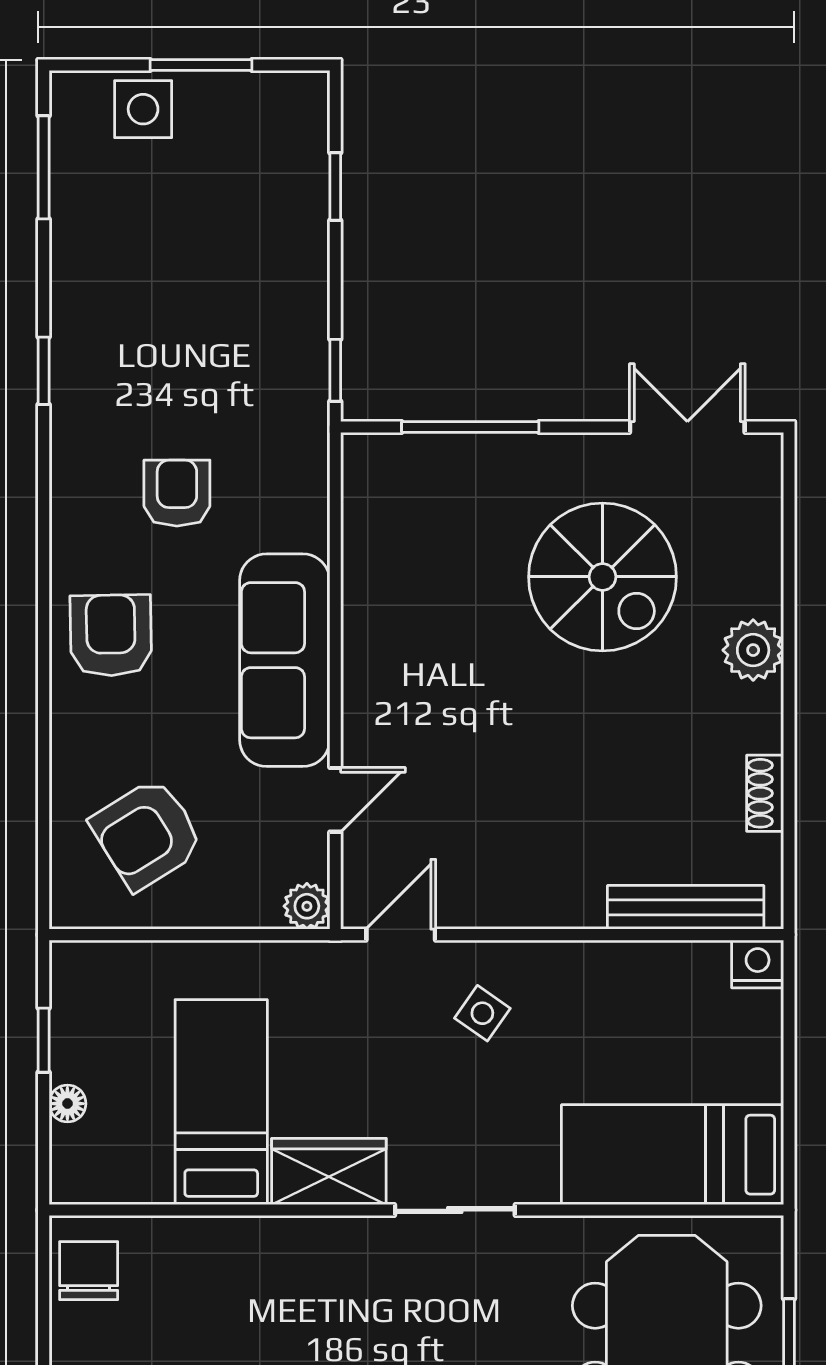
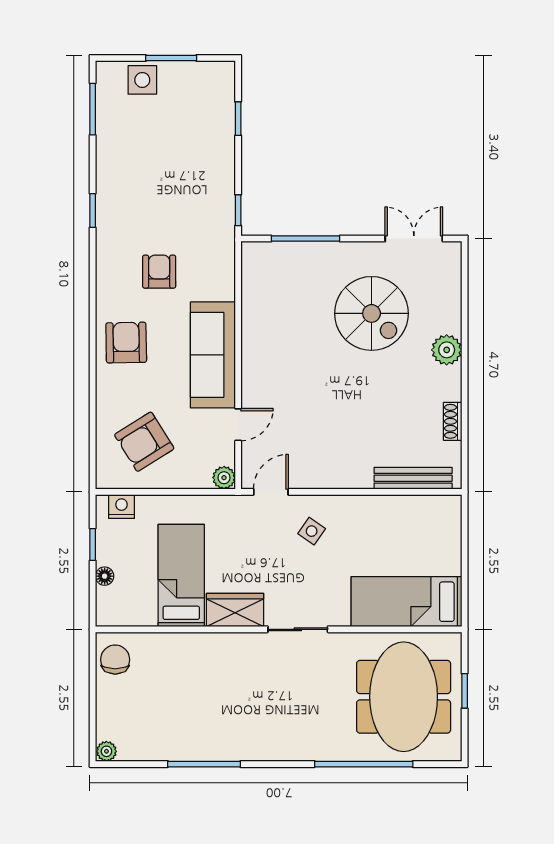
nightstand: (758, 964) -> (121, 506), moved

